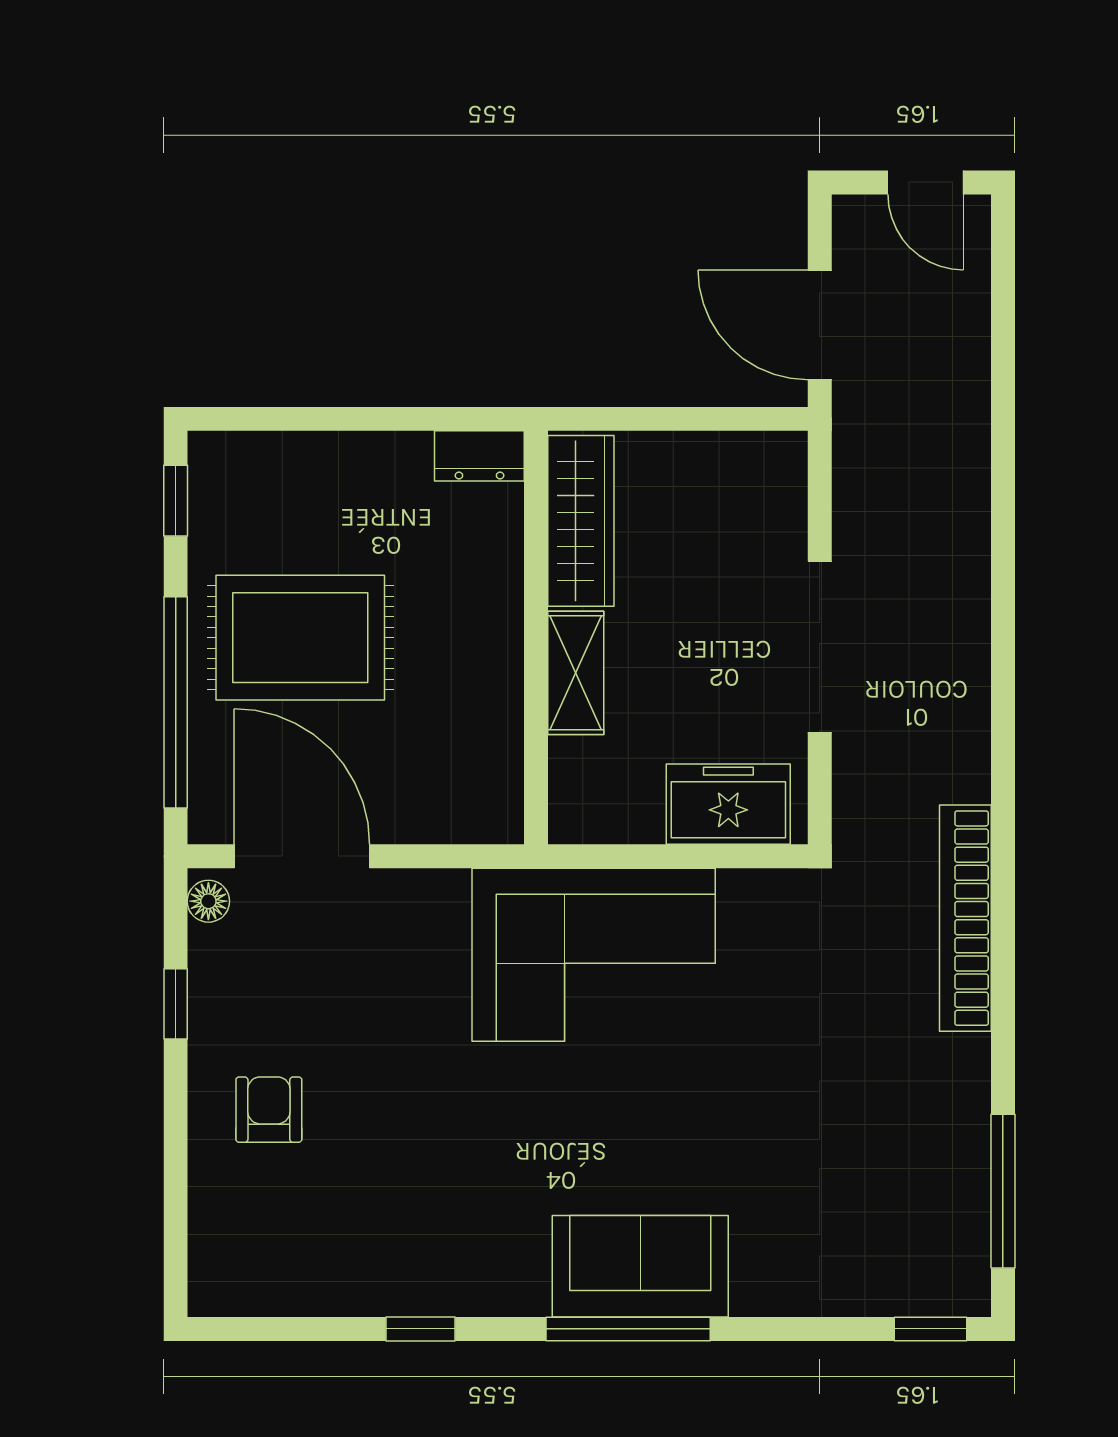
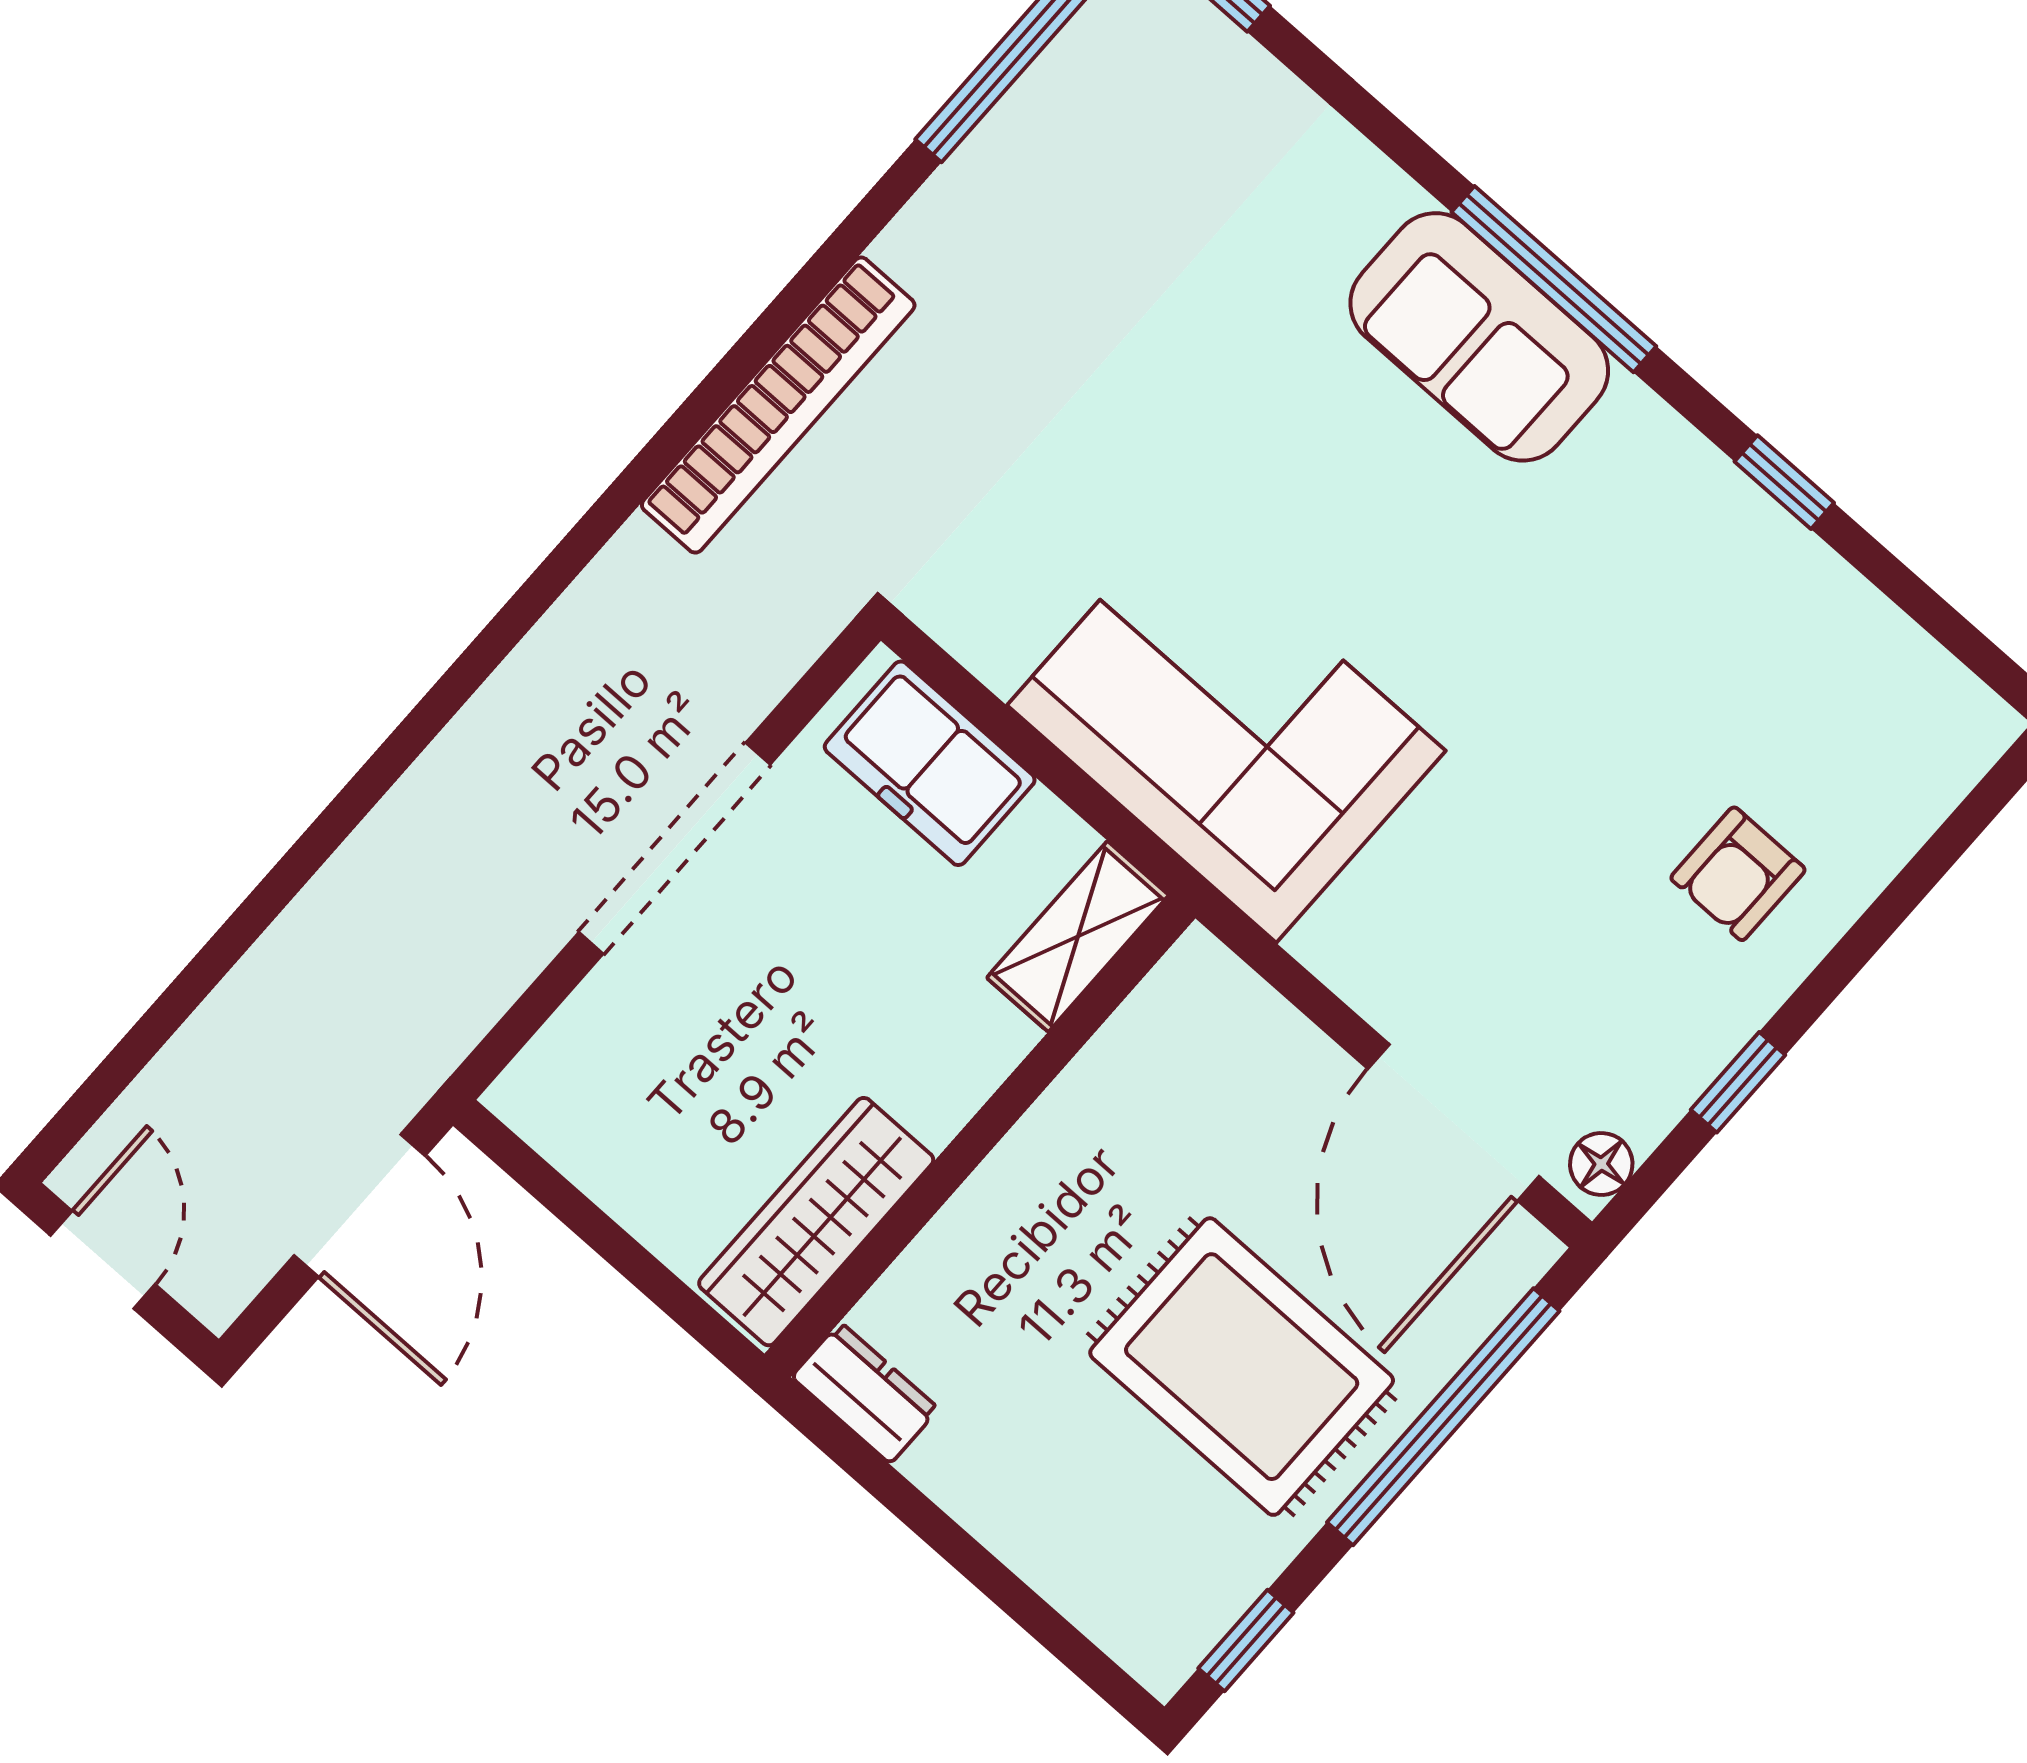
shelving: (576, 673) -> (1078, 936), moved

